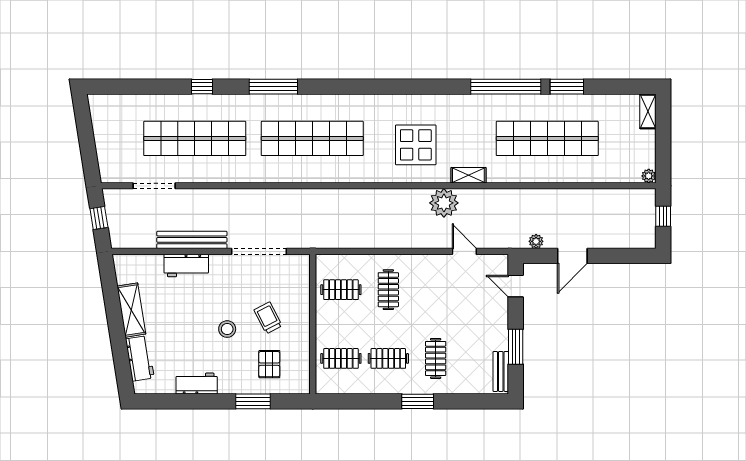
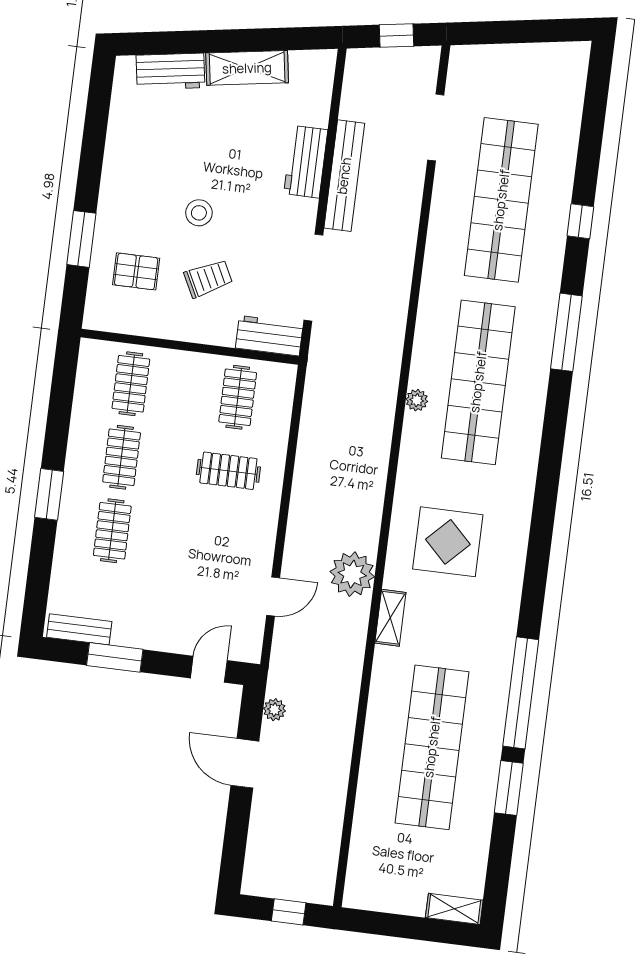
plant: (649, 176) -> (417, 400), moved
clothes rail: (436, 358) -> (112, 531), turned 90
workbench: (197, 384) -> (269, 336), moved, turned -90

